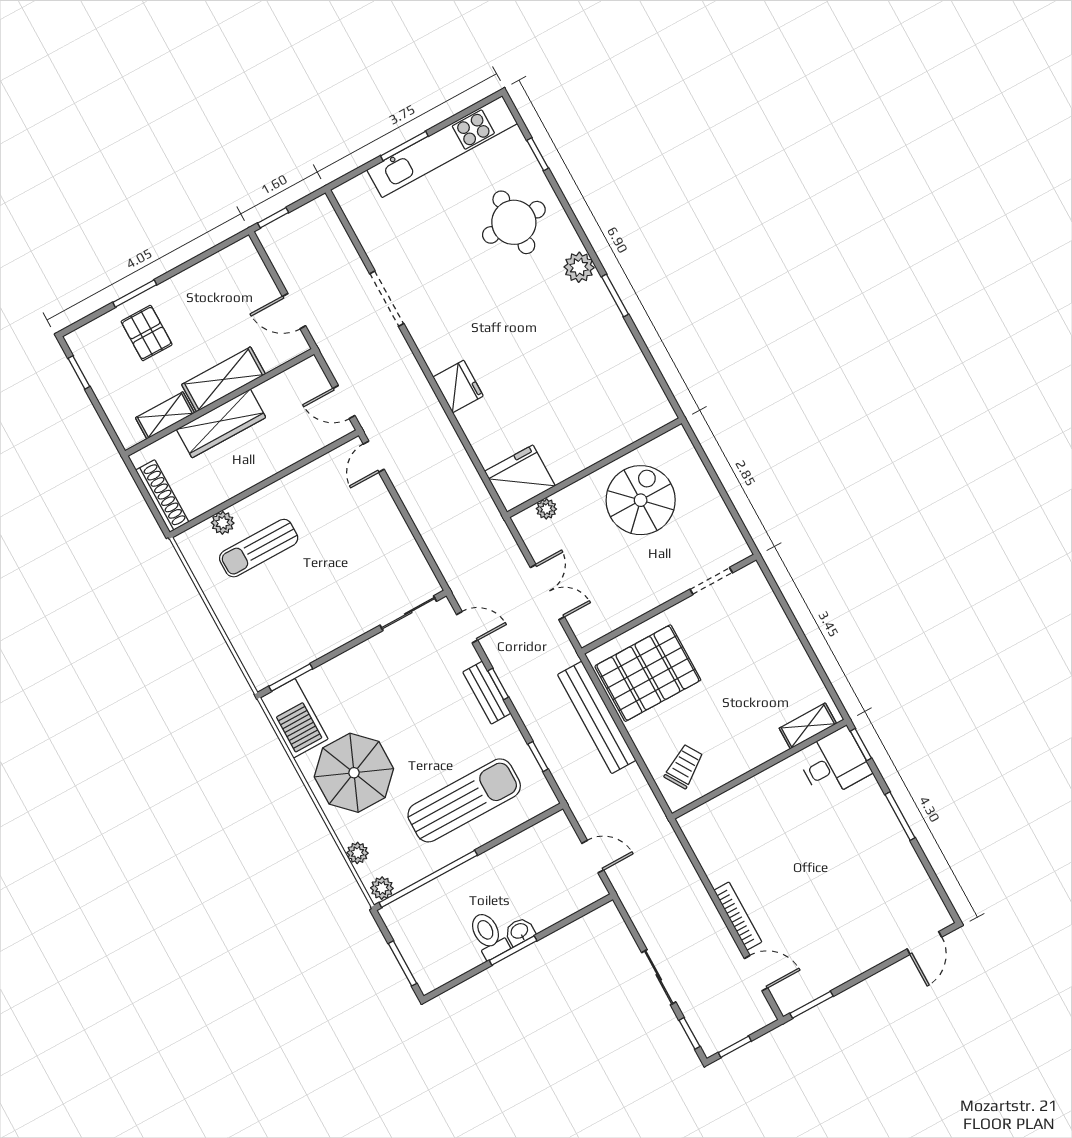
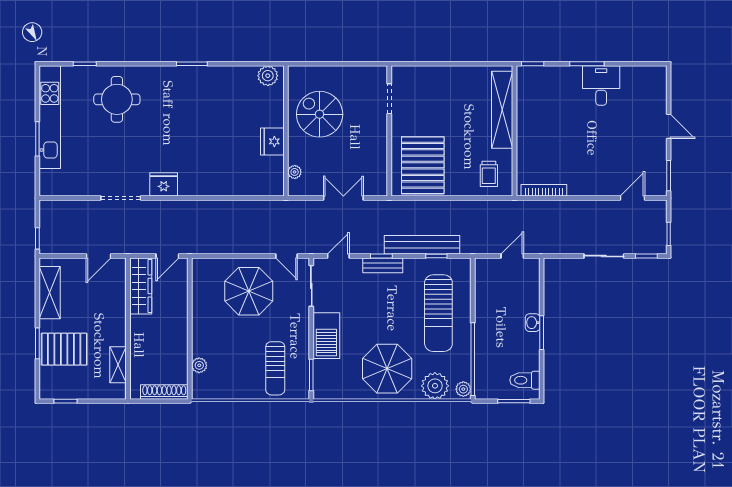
plant: (579, 267) -> (268, 76), moved
pallet: (147, 333) -> (64, 349), width x1.50, depth x1.42
shelving: (224, 379) -> (50, 293), moved
fridge: (458, 386) -> (164, 184), moved
wardrobe: (221, 423) -> (141, 286), moved
door: (374, 457) -> (286, 256), moved
fridge: (520, 479) -> (272, 141), moved, width x0.73, depth x0.75
parasol: (356, 535) -> (249, 291), added
sun lounger: (259, 548) -> (275, 368), moved
bench: (597, 717) -> (422, 245), moved
barbecue: (294, 718) -> (326, 336), moved, turned 90
shelving: (808, 726) -> (502, 110), width x2.20, depth x1.33
desk: (834, 763) -> (601, 85), moved
trolley: (684, 766) -> (489, 174), turned -148
sun lounger: (464, 800) -> (438, 313), turned 180
plant: (357, 853) -> (435, 386), width x1.88, depth x1.88
bookcase: (738, 916) -> (544, 190), moved
toilet: (488, 935) -> (525, 380), moved
door: (924, 943) -> (669, 126), moved

